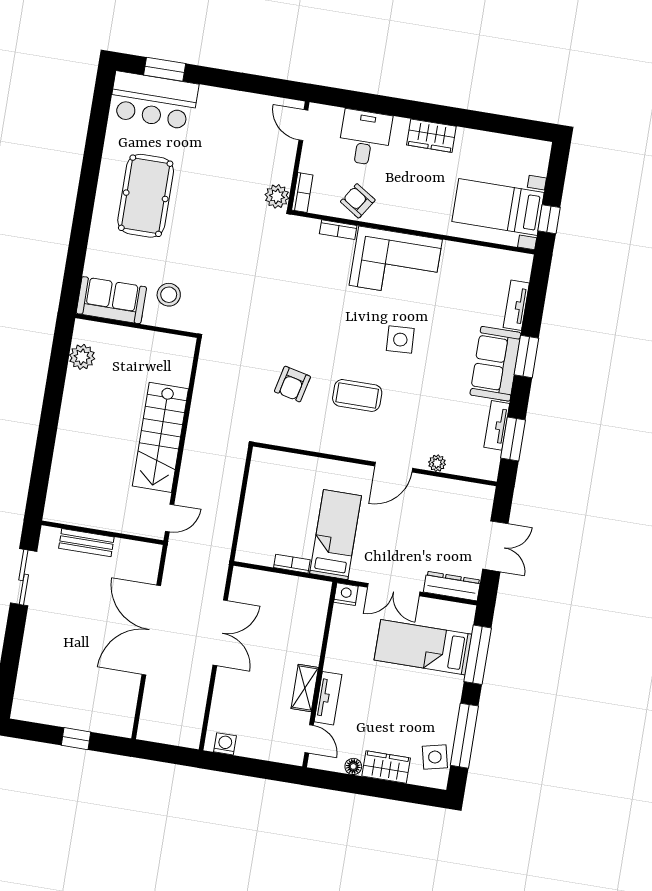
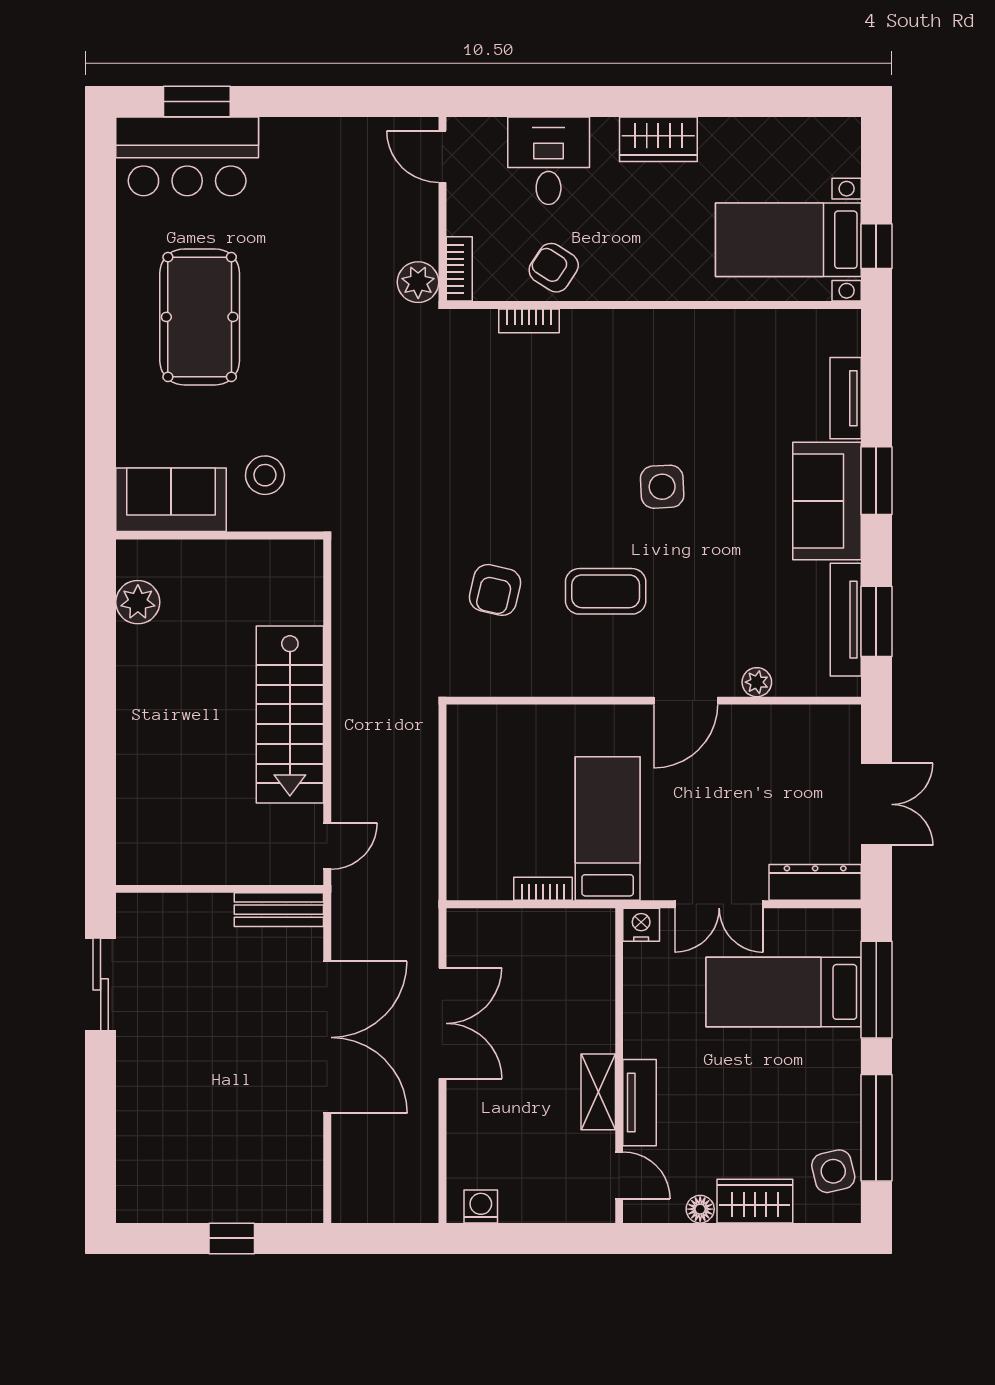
corner sofa: (396, 262) -> (633, 360), removed
tv unit: (497, 425) -> (846, 620), width x1.41
bench: (86, 543) -> (279, 910), moved
double door: (151, 630) -> (327, 1037), swing flipped

